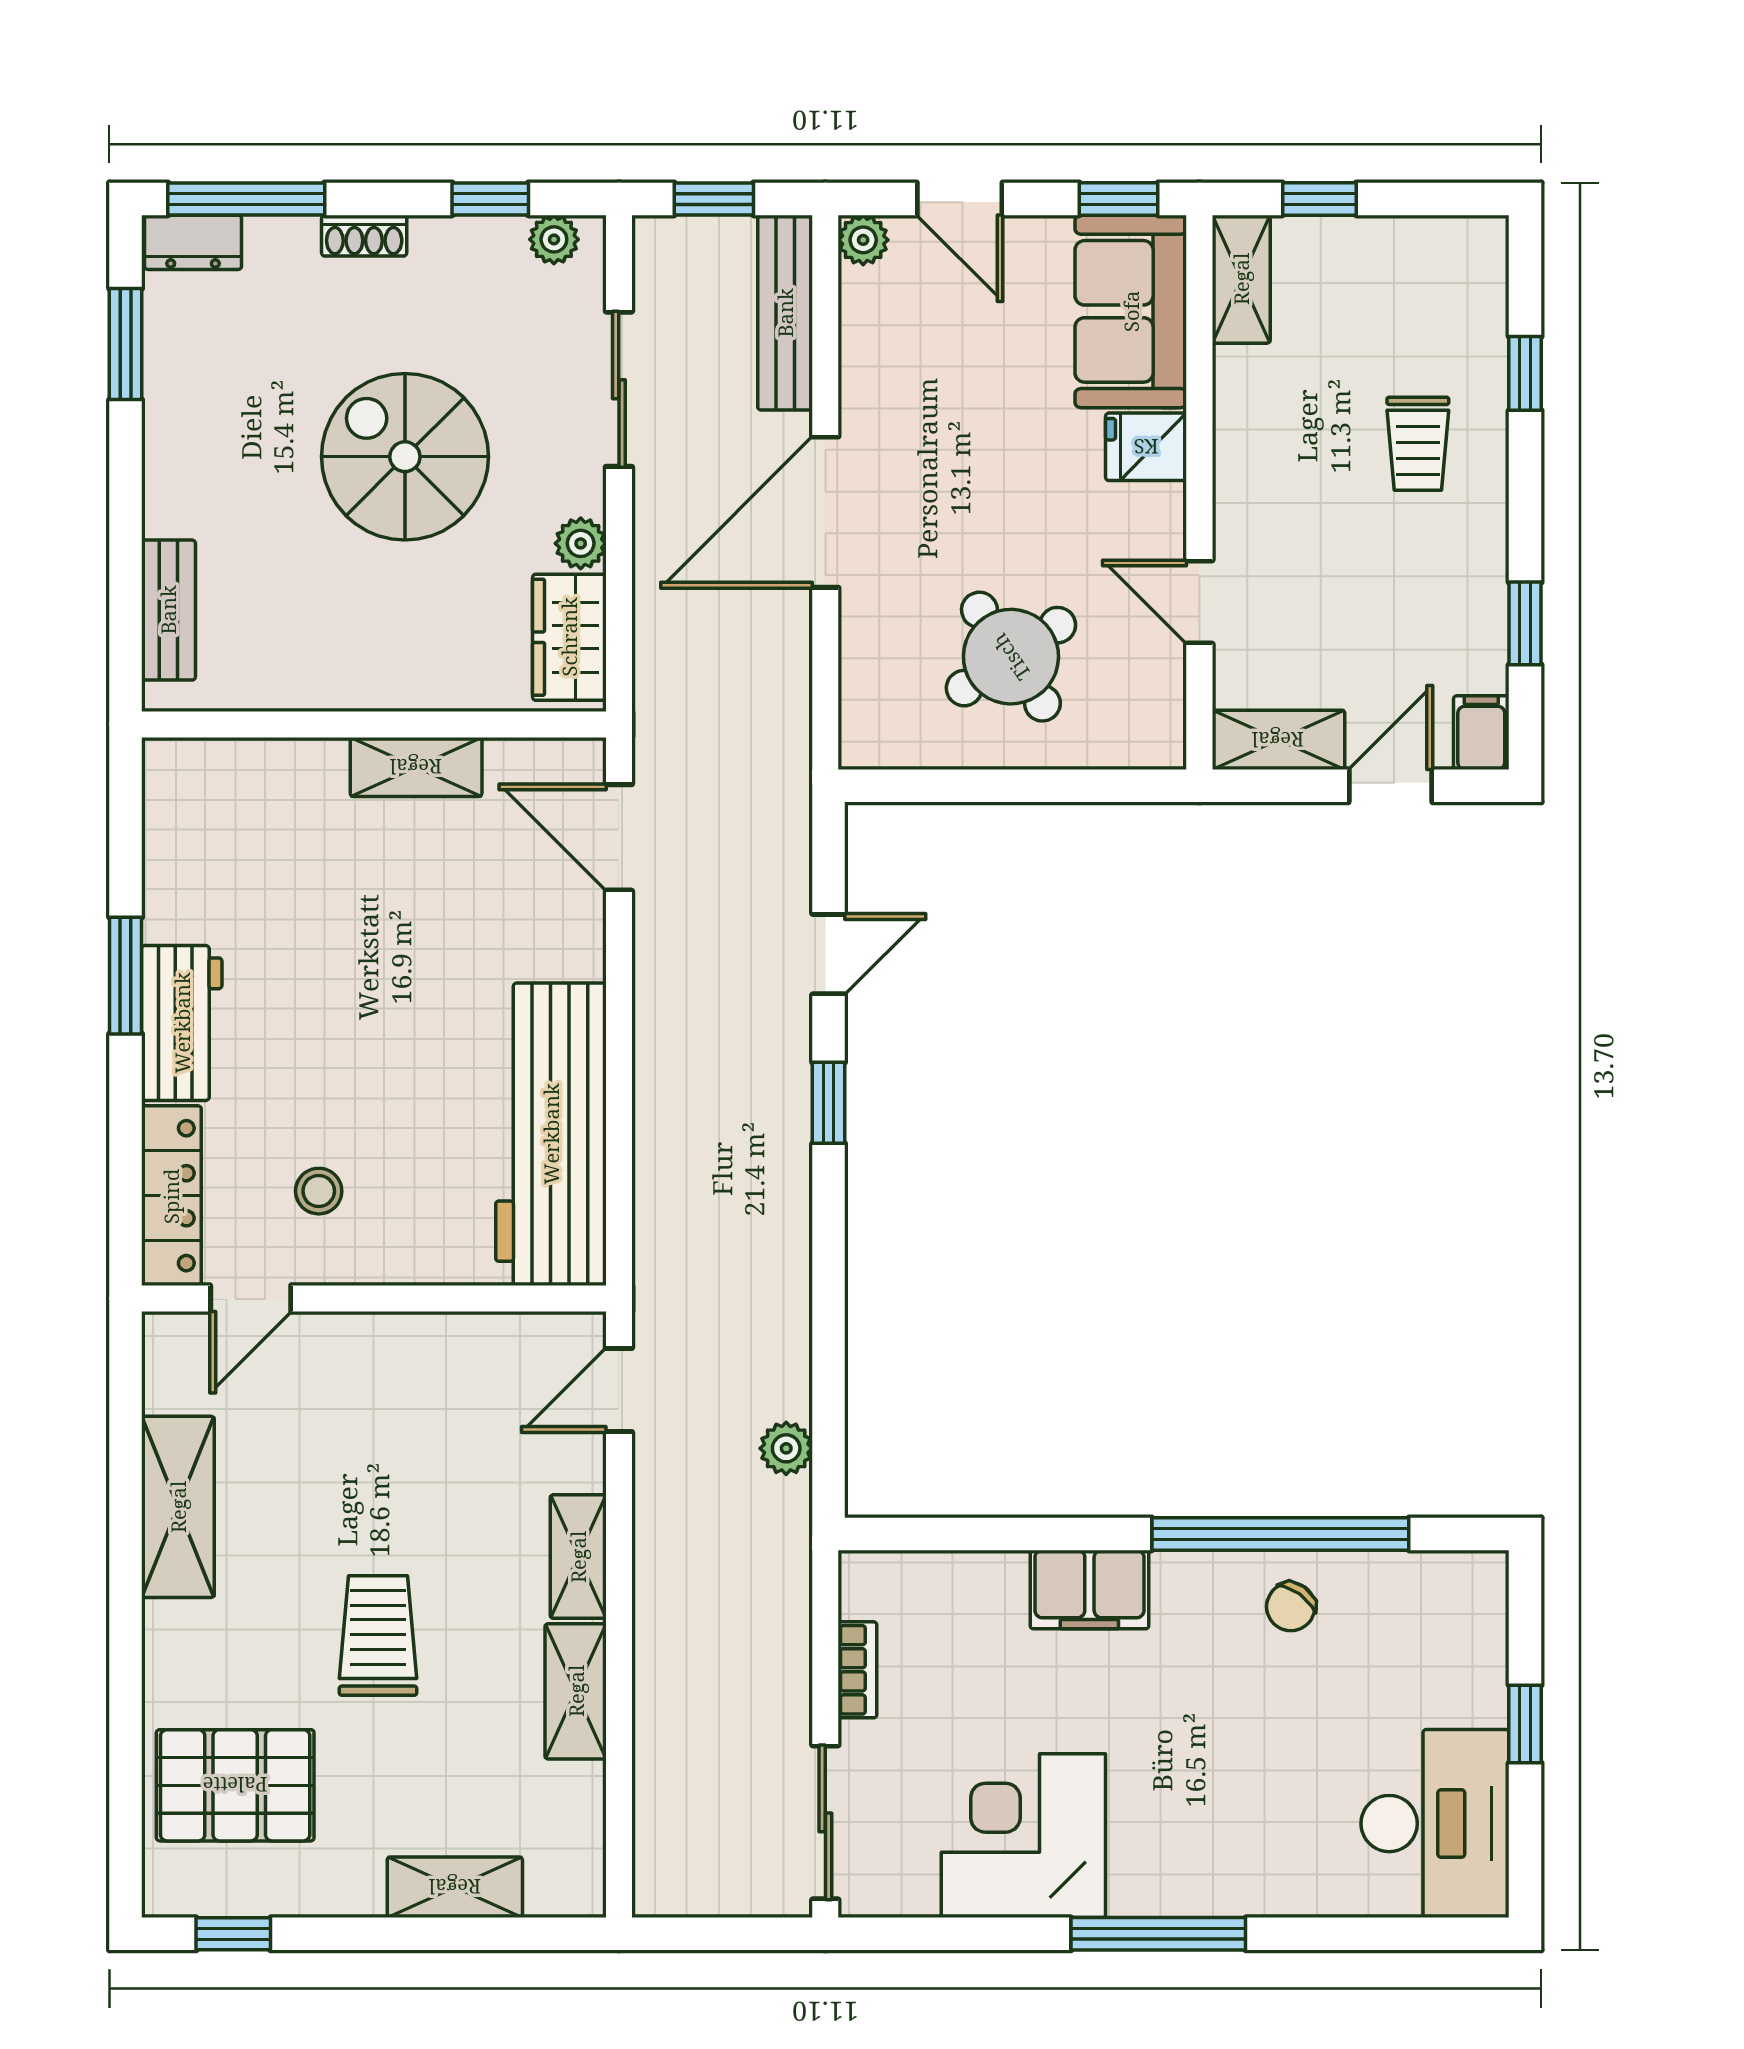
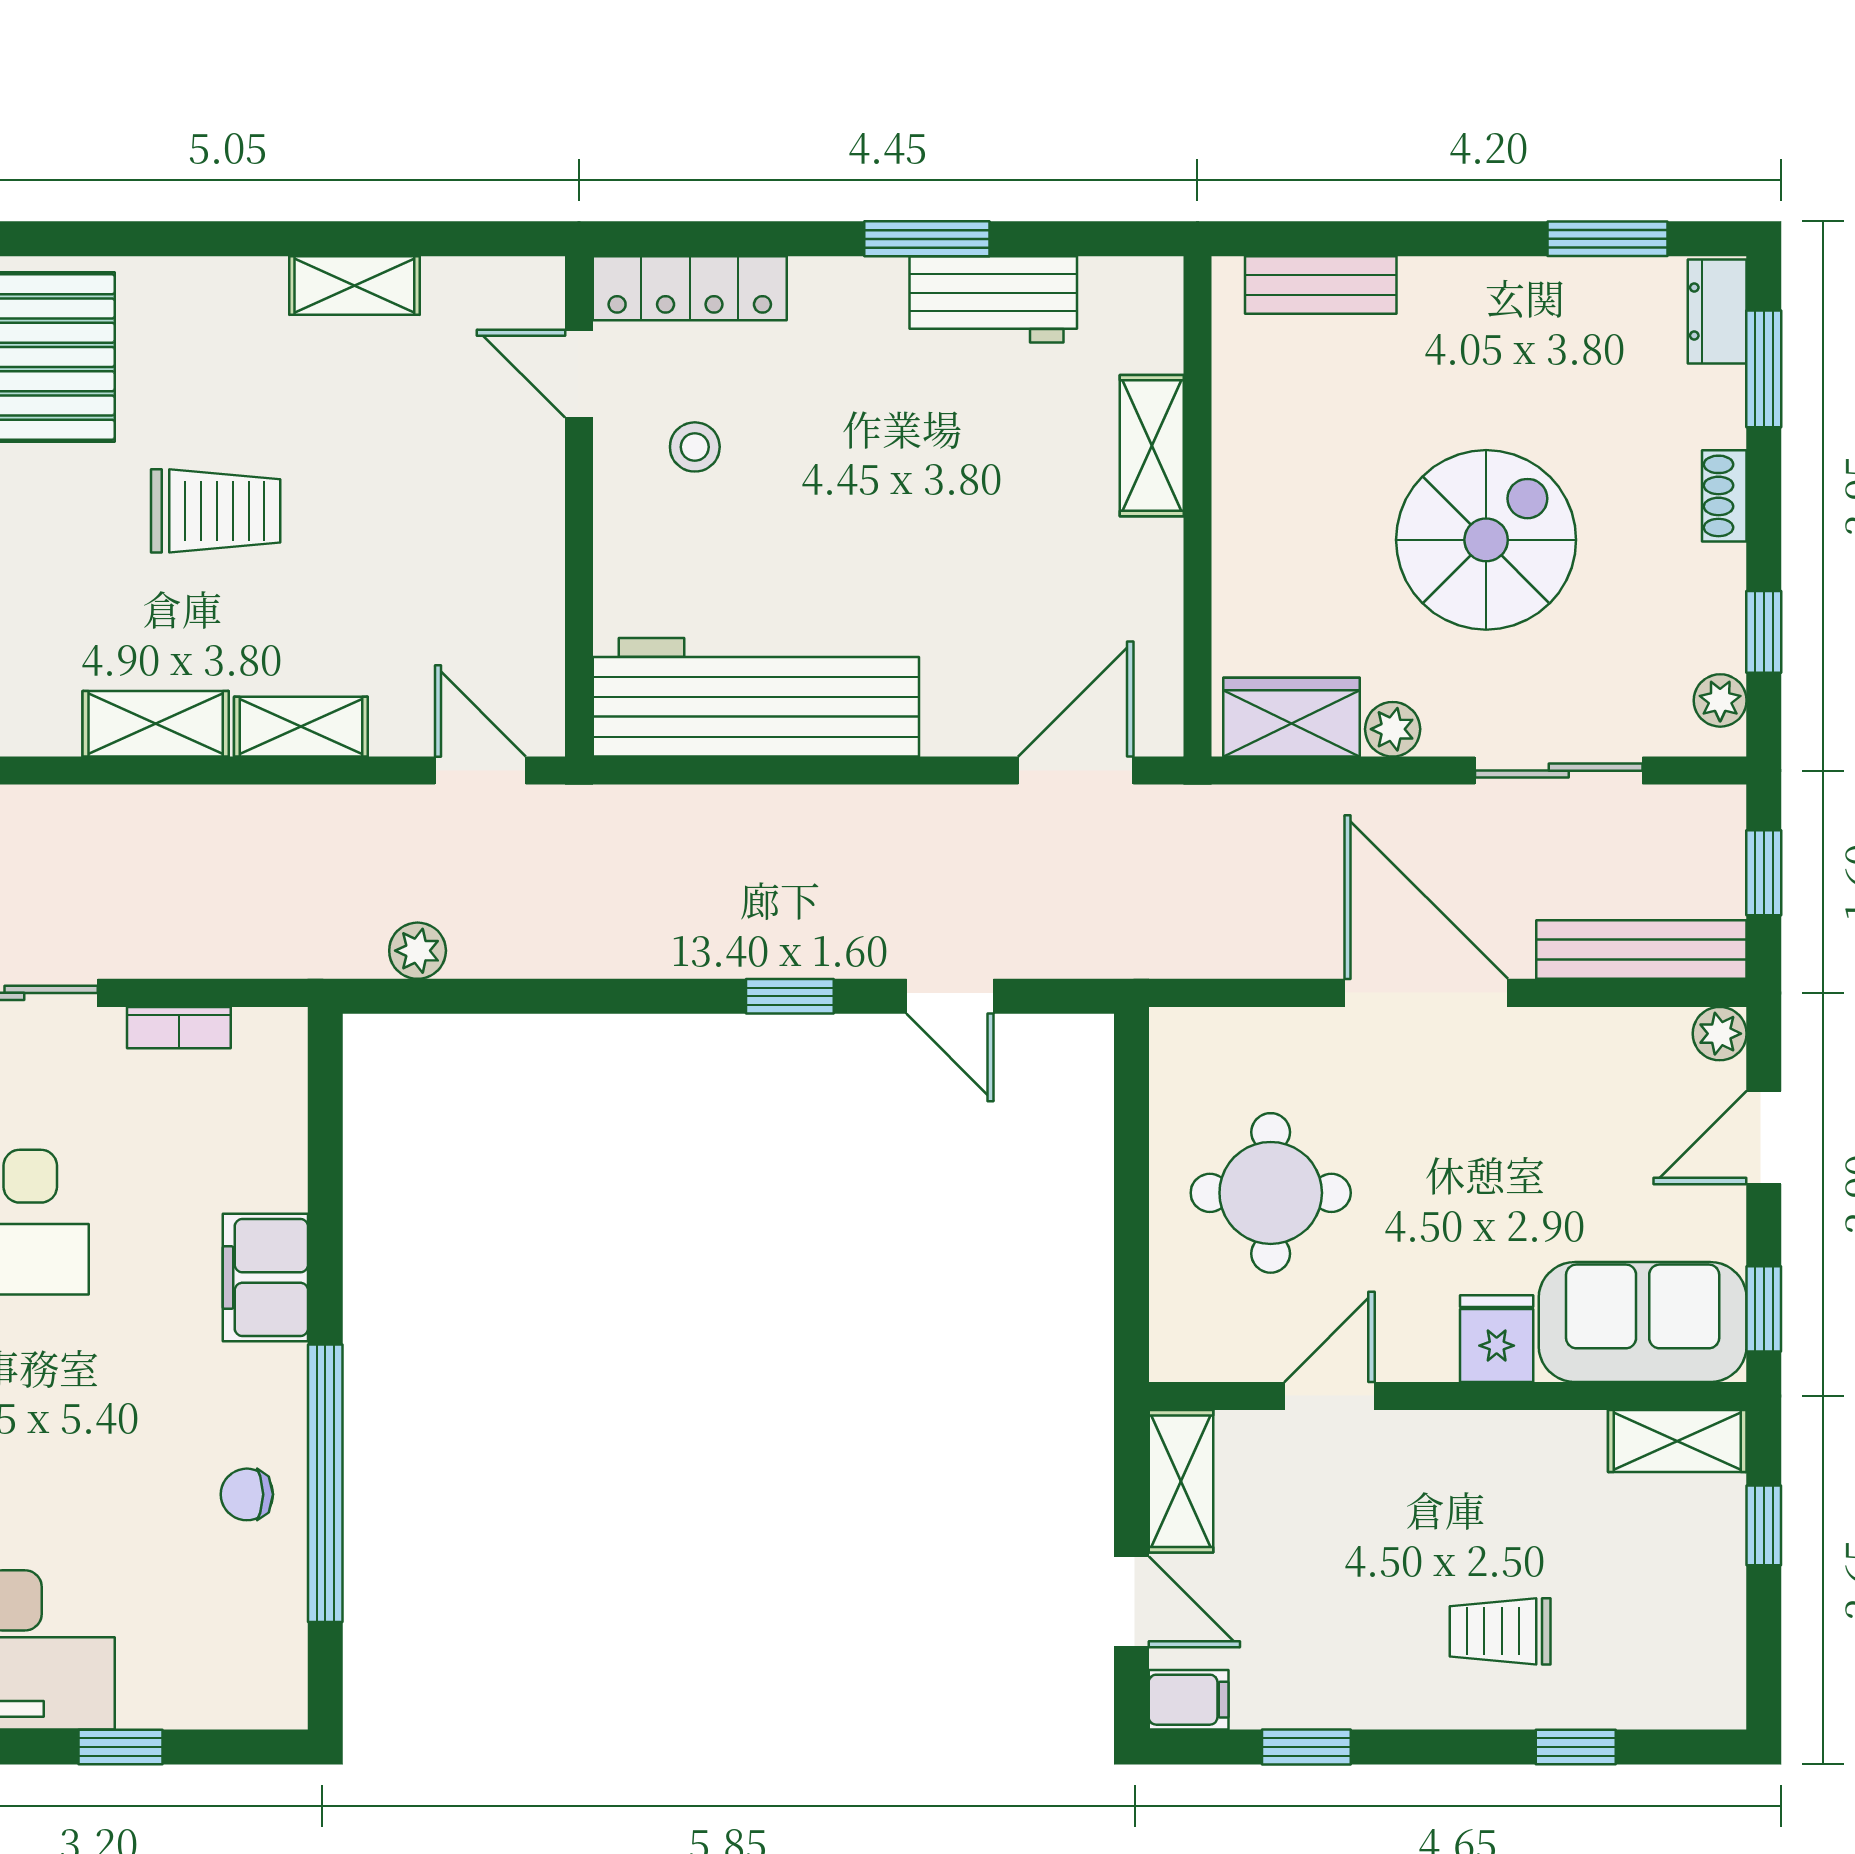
window: (246, 199) -> (1764, 369), width x0.69
round table: (1011, 657) -> (1271, 1193), turned 34
shelving: (416, 767) -> (1152, 446), moved
workbench: (182, 1023) -> (993, 299), moved
shelving: (178, 1507) -> (354, 286), width x0.67, depth x0.75
chair: (1291, 1607) -> (247, 1494), turned -36

